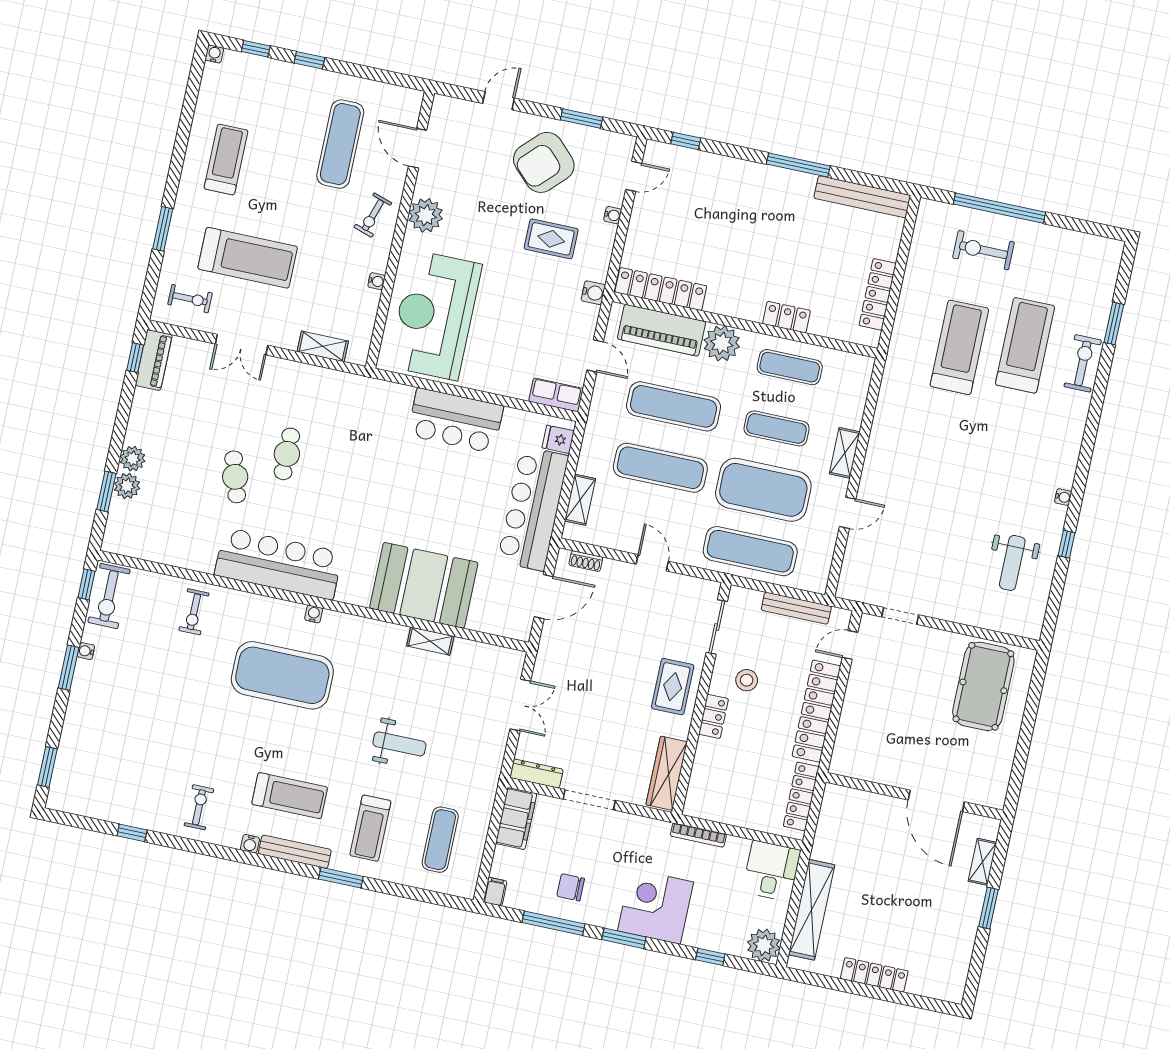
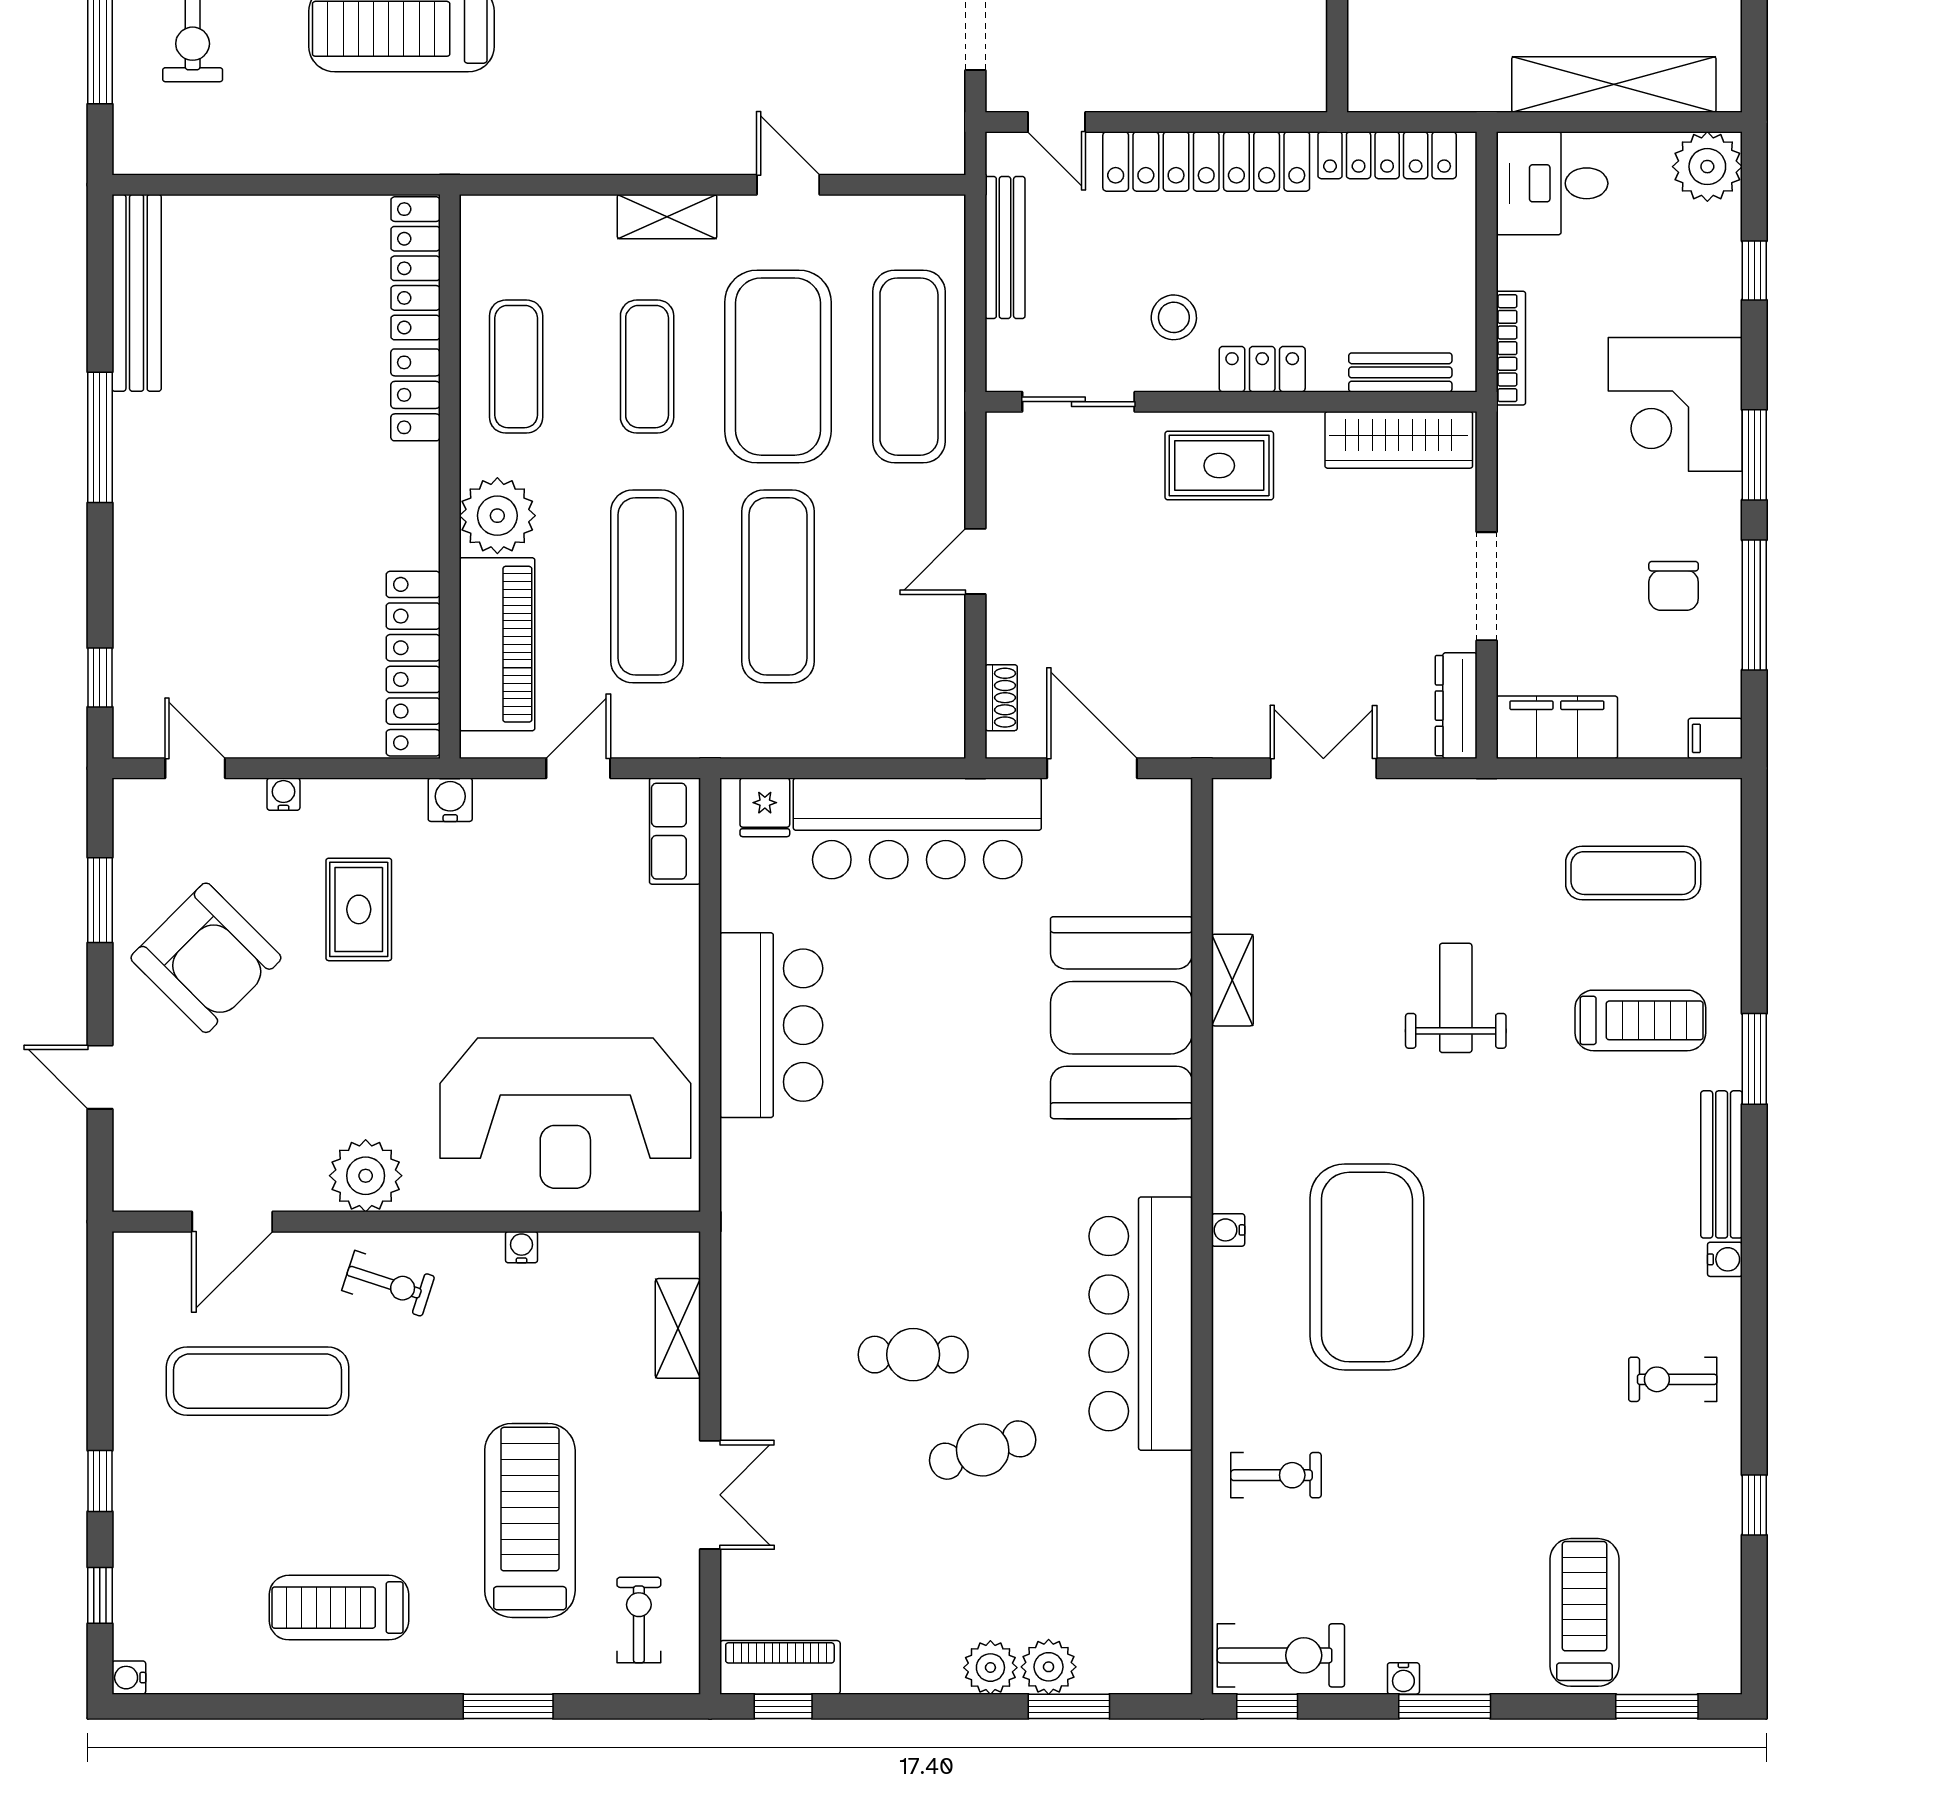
locker: (878, 294) -> (416, 268), moved, turned 90
shelving: (580, 500) -> (878, 736), removed
bench: (698, 781) -> (1400, 372), added
treadmill: (290, 796) -> (1584, 1612), moved

